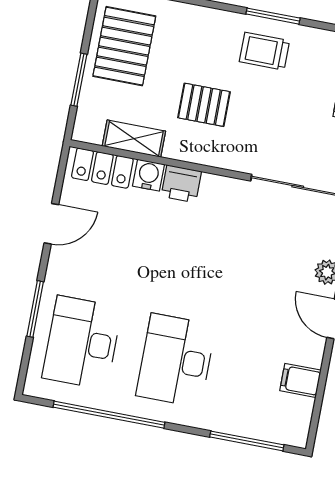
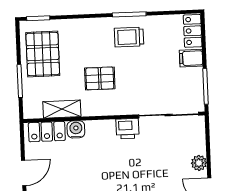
printer: (181, 184) -> (127, 129), moved

